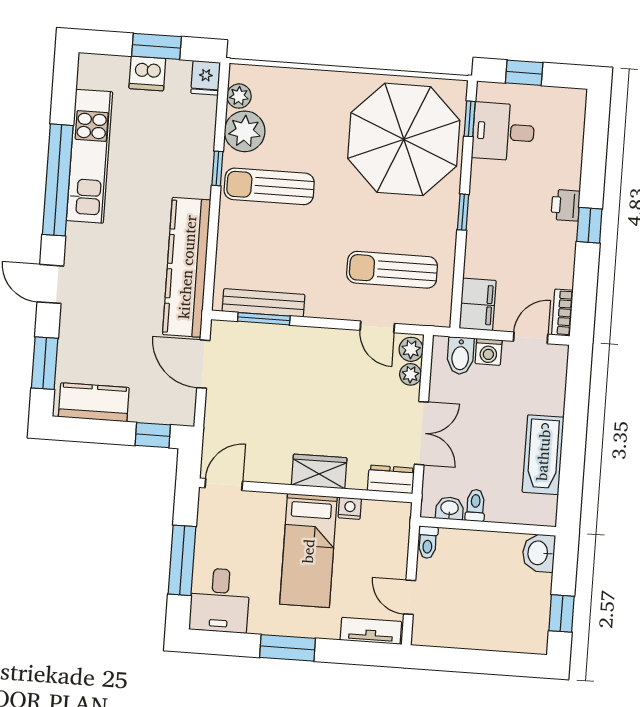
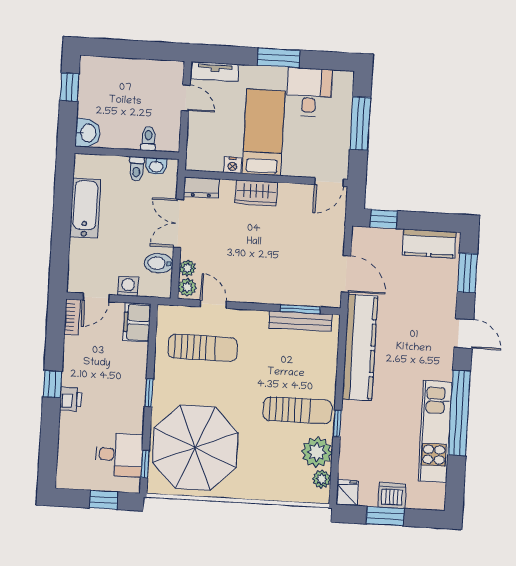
bidet: (460, 356) -> (159, 263), moved, turned -90
toilet: (428, 542) -> (148, 139), moved
desk: (220, 600) -> (309, 92), moved

